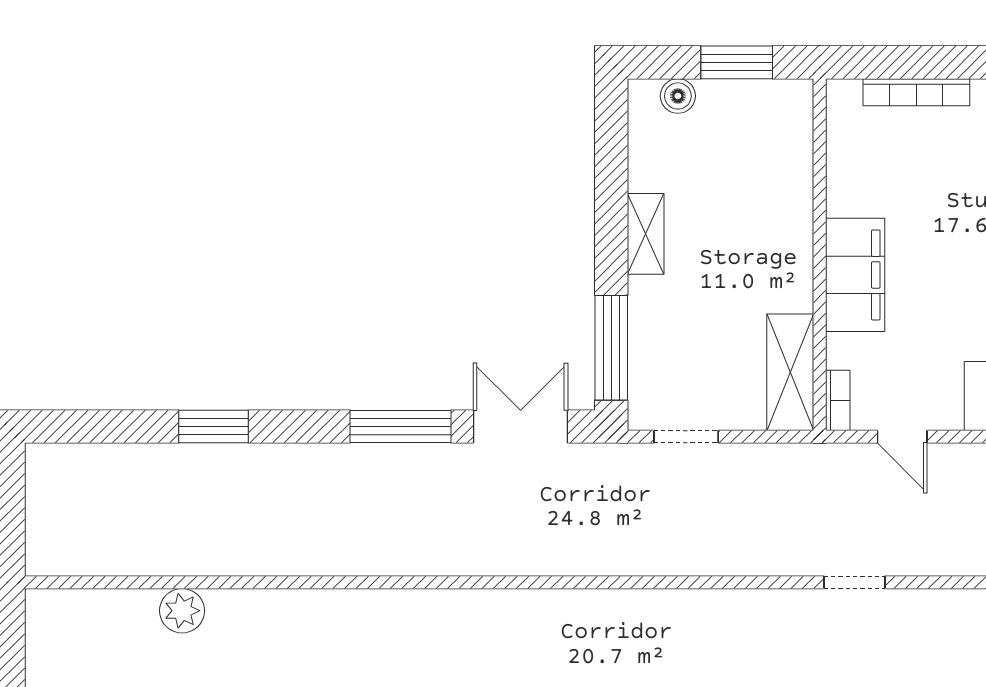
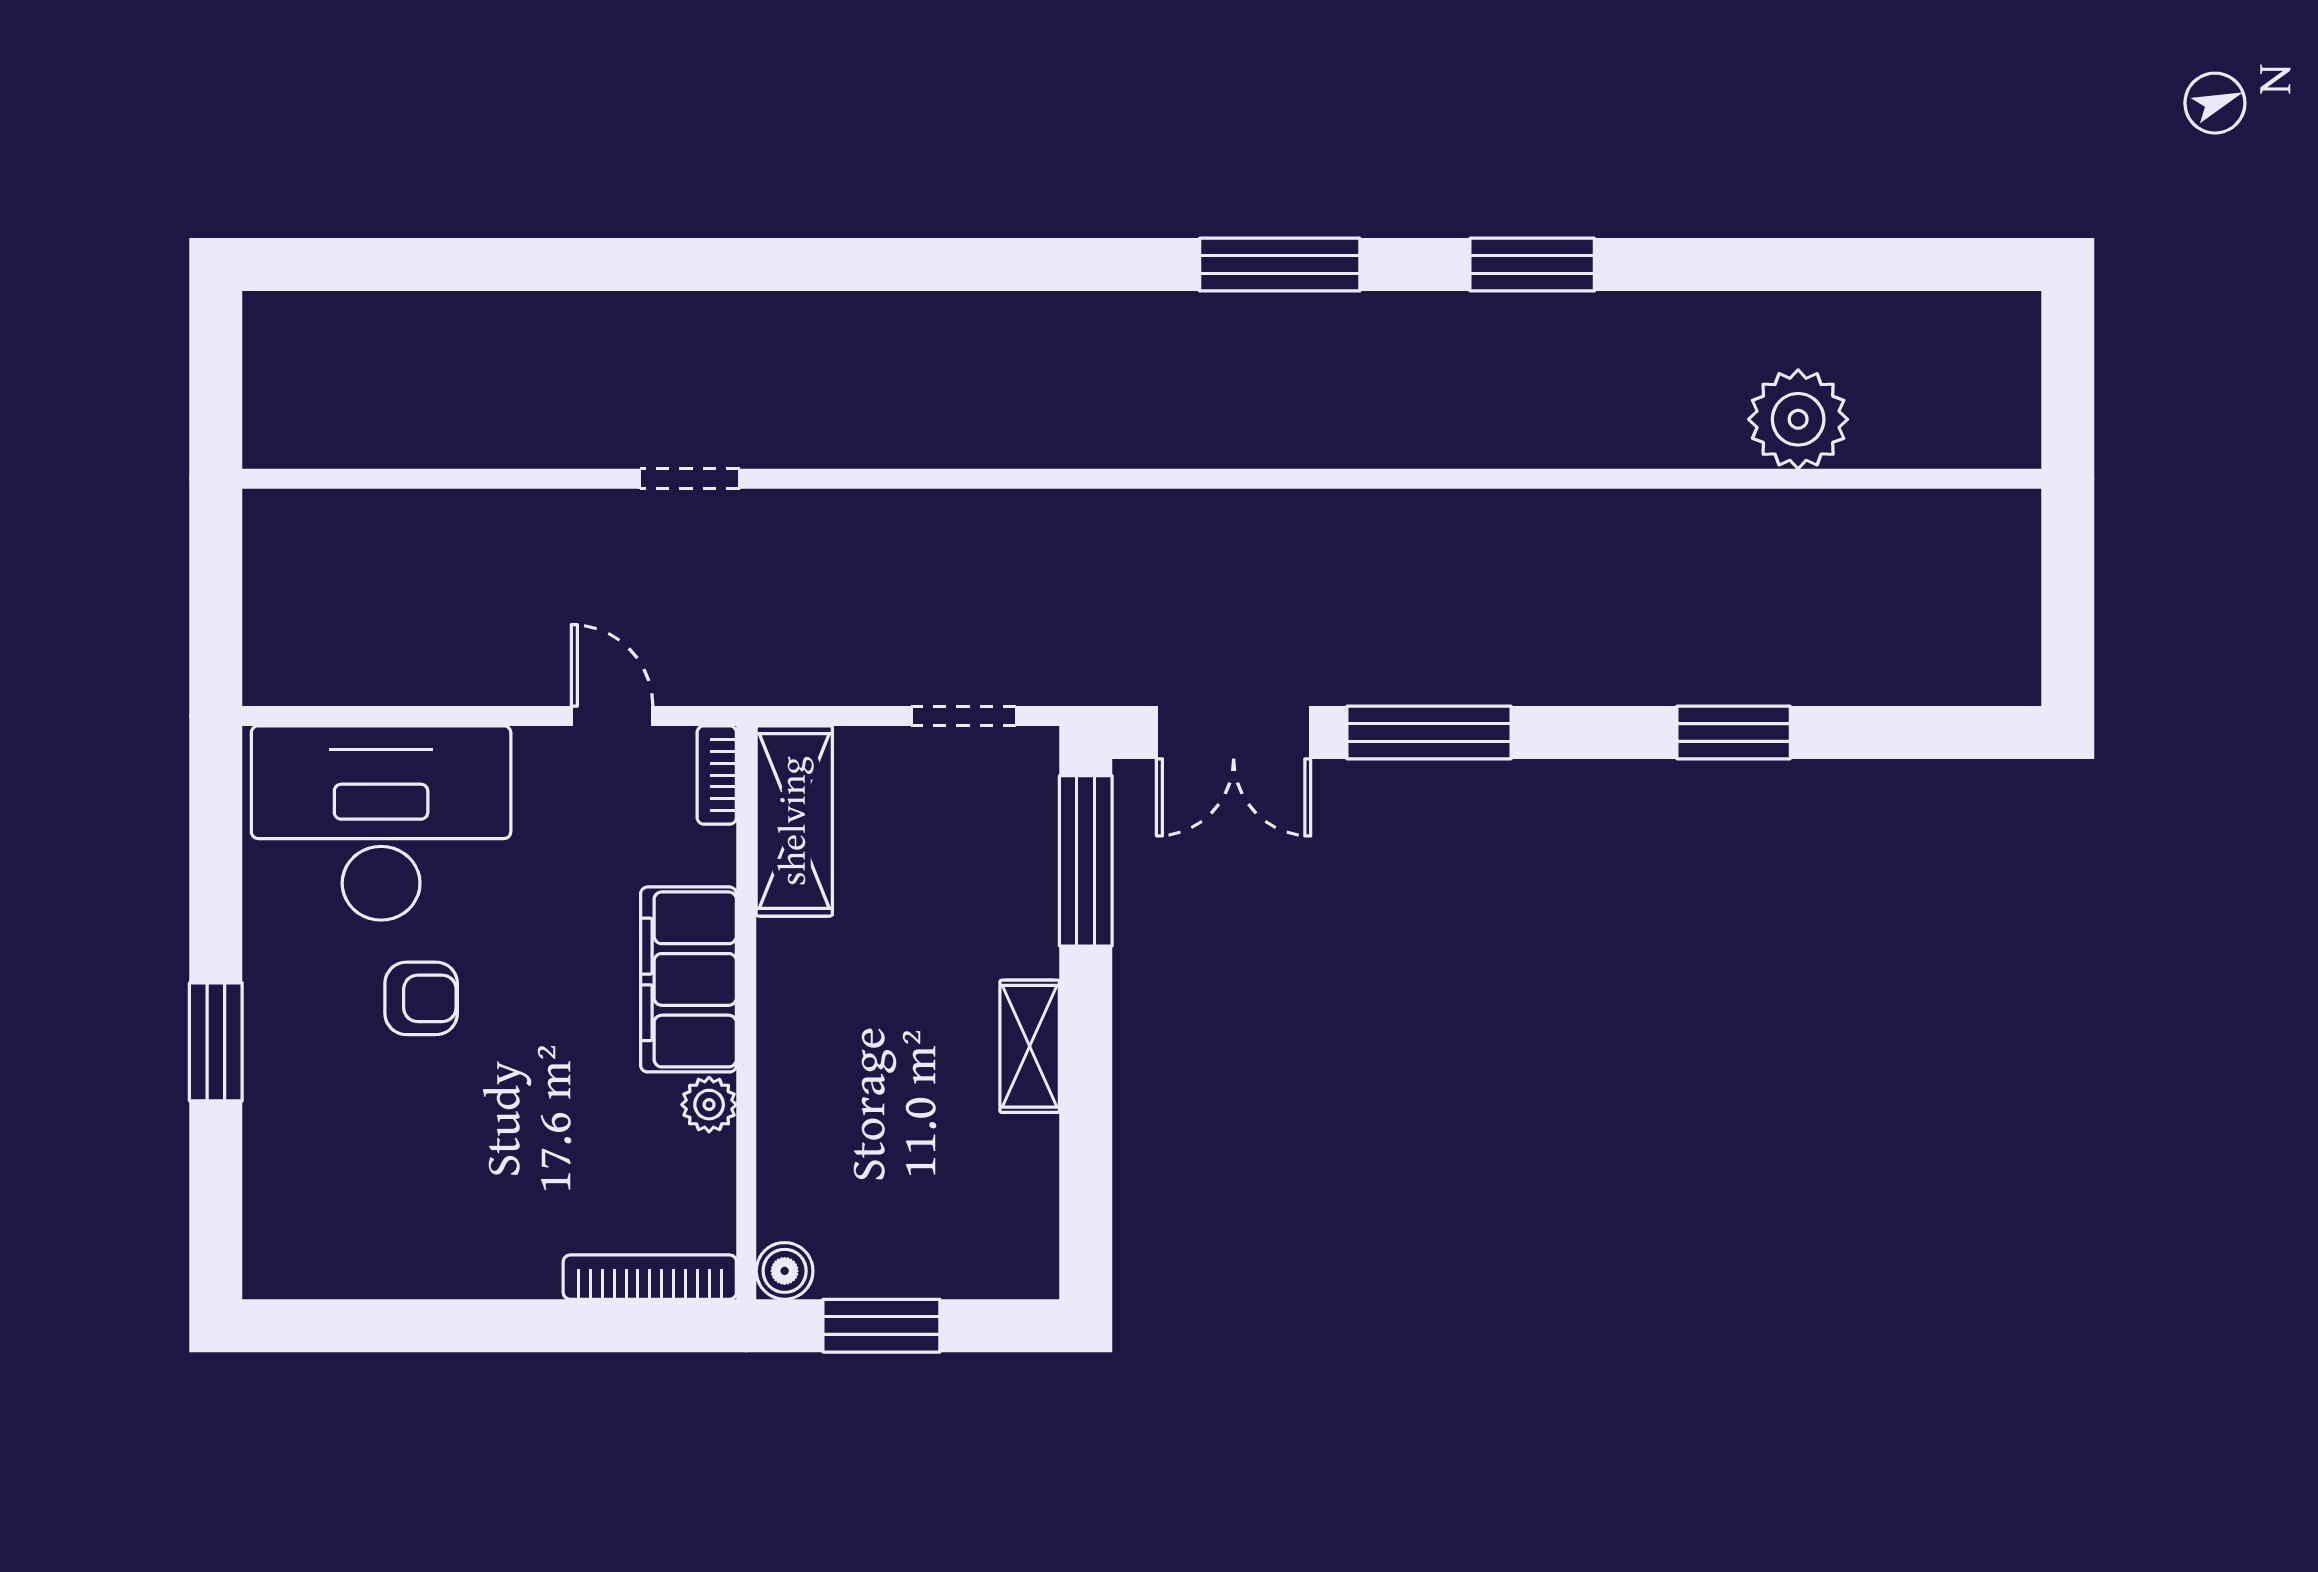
bookcase: (916, 92) -> (650, 1277), moved
boiler: (678, 96) -> (785, 1271), moved
plant: (843, 198) -> (709, 1105), added
plant: (182, 611) -> (1798, 419), width x1.36, depth x1.36

